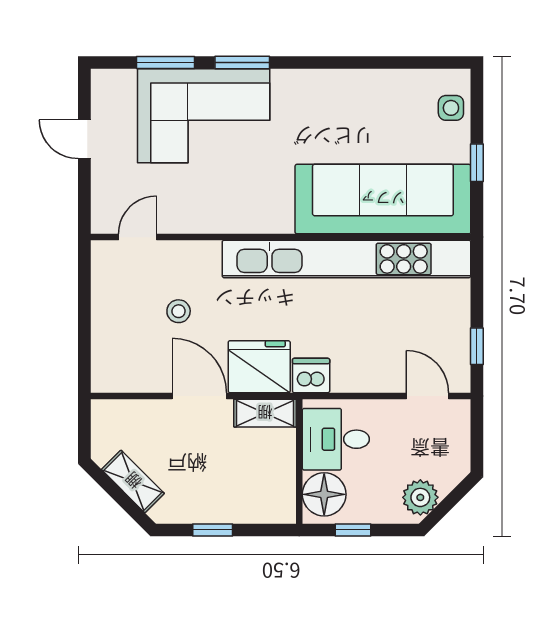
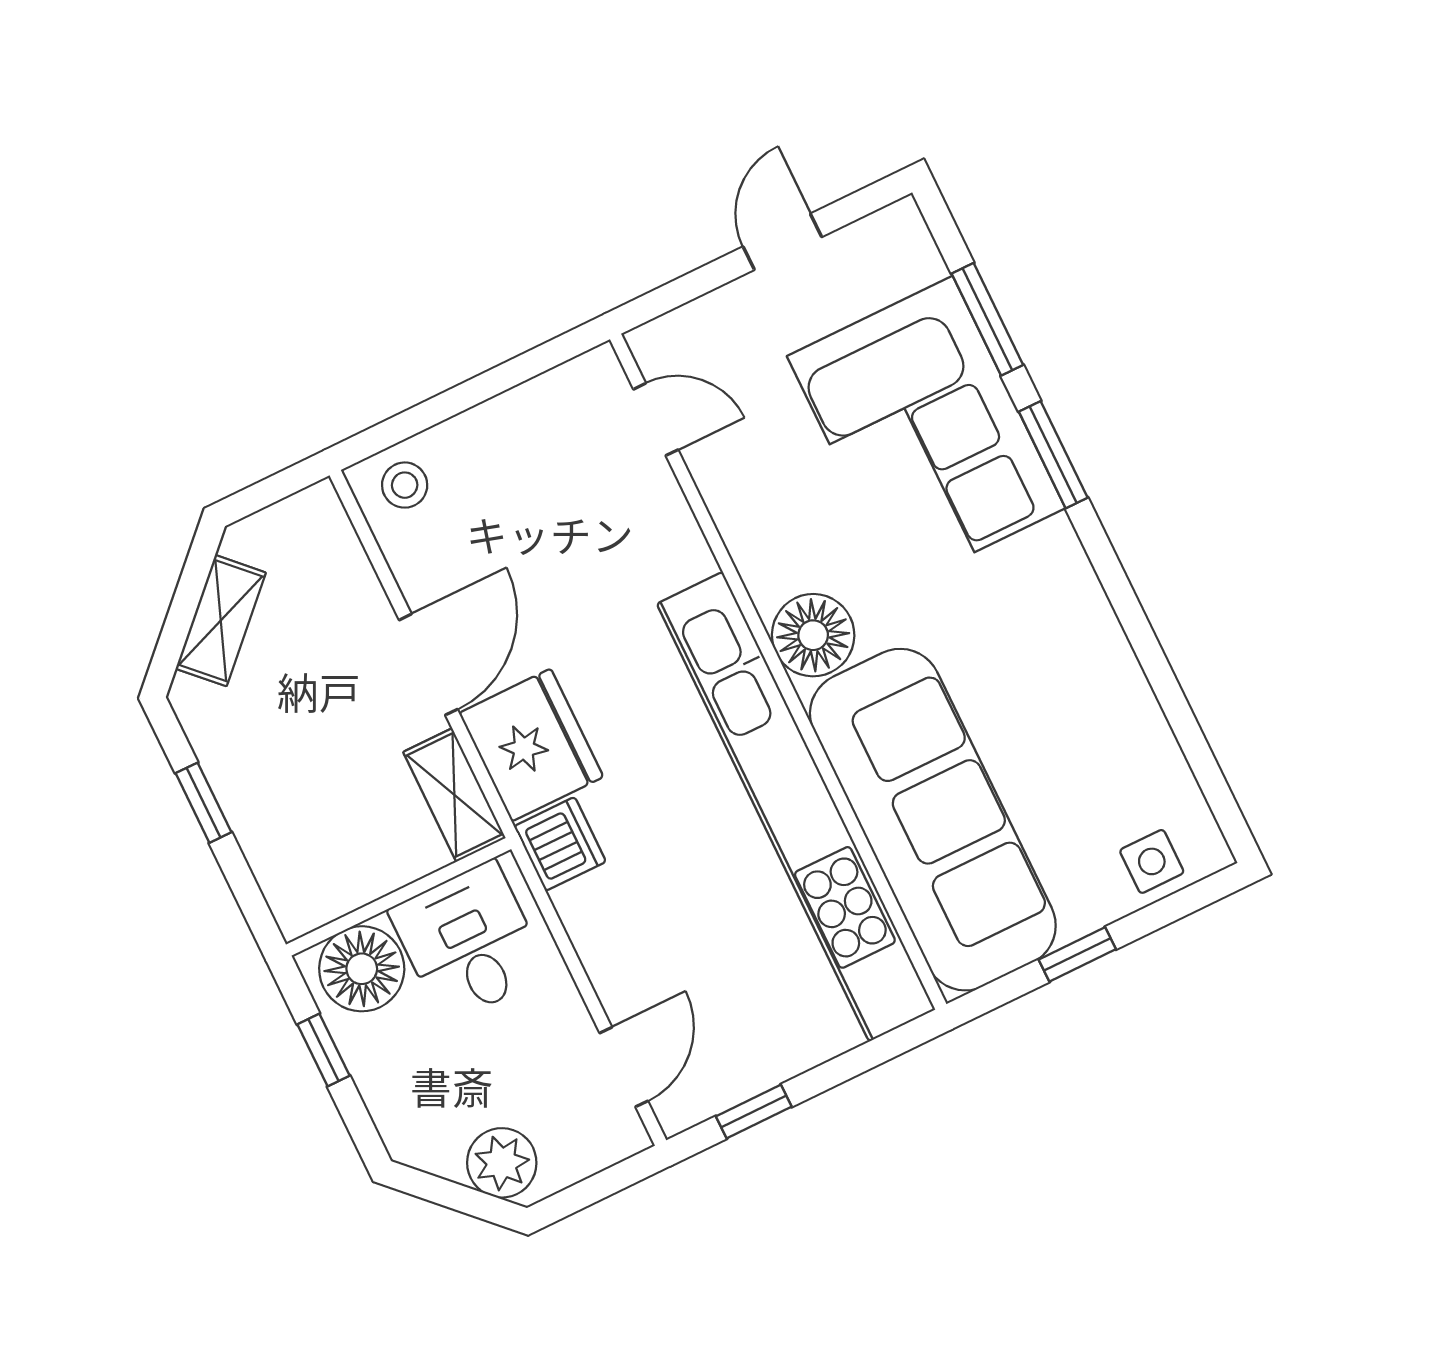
floor lamp: (272, 213) -> (813, 635), added
stool: (179, 311) -> (405, 485), moved
plant: (420, 497) -> (502, 1163), moved

